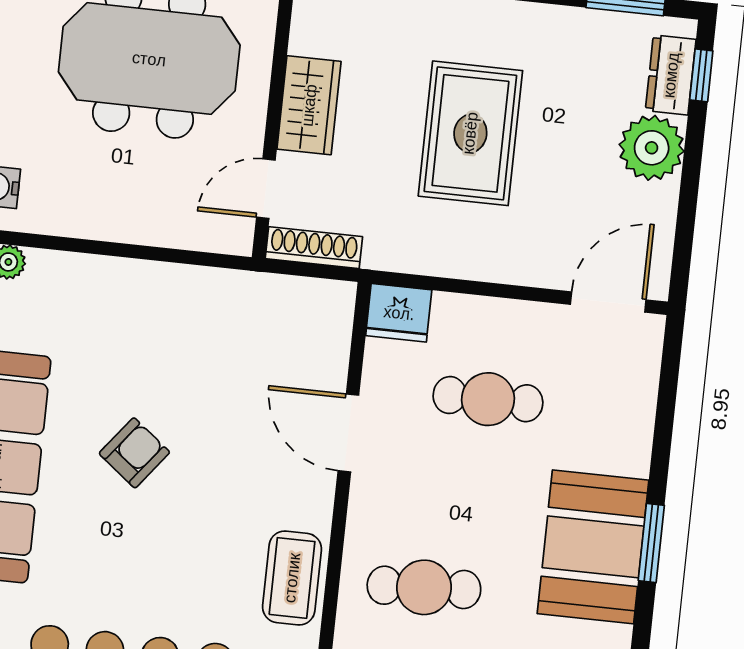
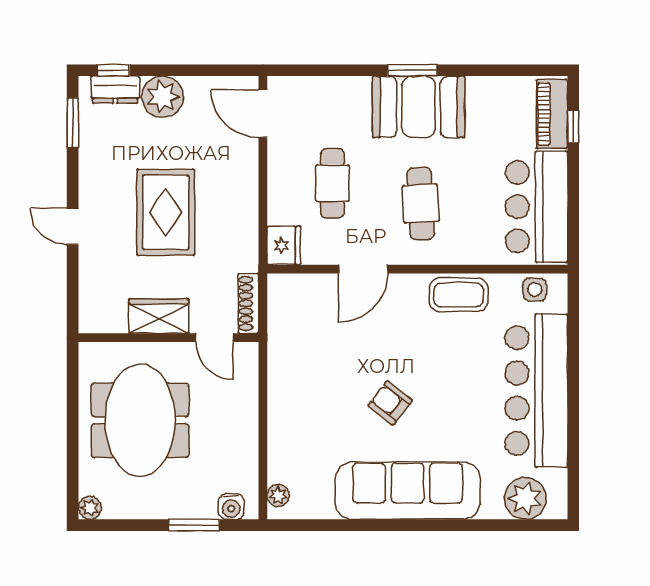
rug: (470, 133) -> (166, 212), turned 90
cafe table: (424, 587) -> (421, 204), moved

